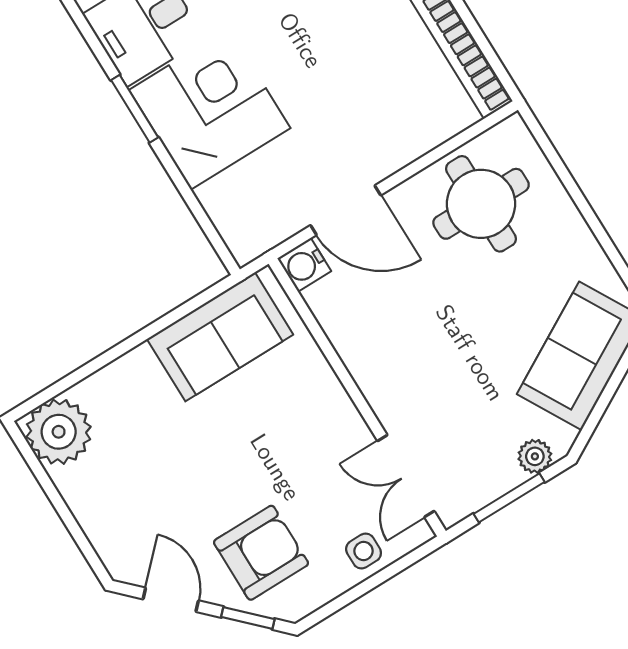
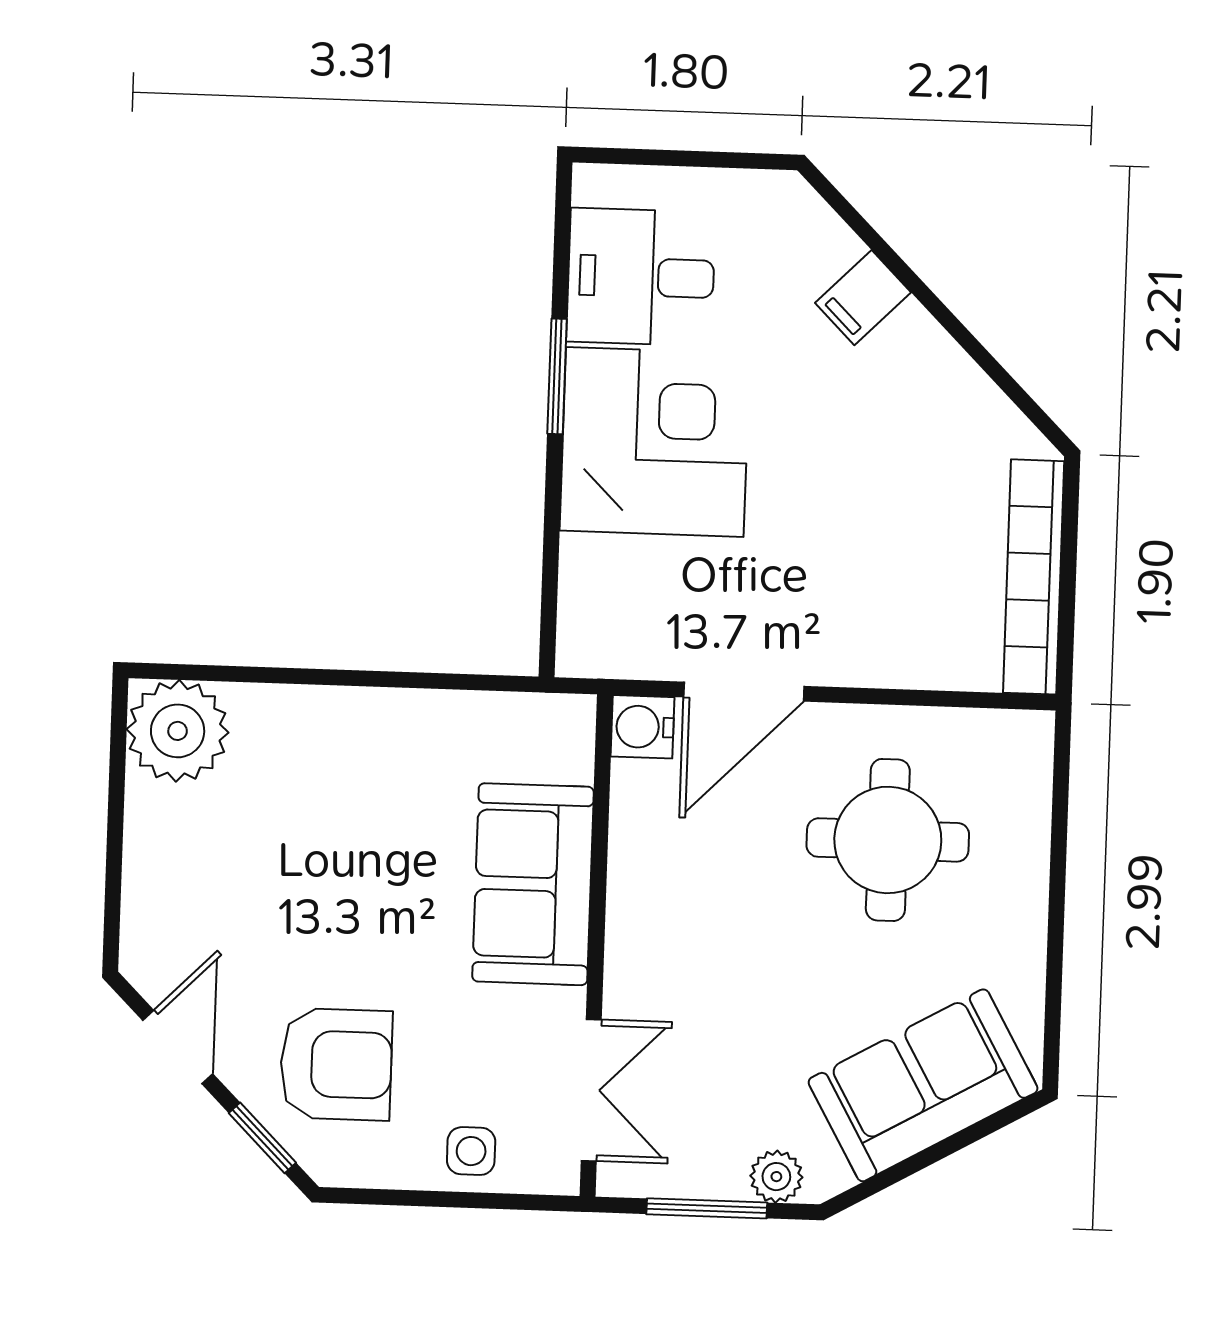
round table: (481, 204) -> (888, 840), moved
door: (346, 210) -> (744, 692), hinge flipped
sofa: (220, 337) -> (533, 884), moved, turned 90
double door: (406, 476) -> (591, 1090), swing flipped

